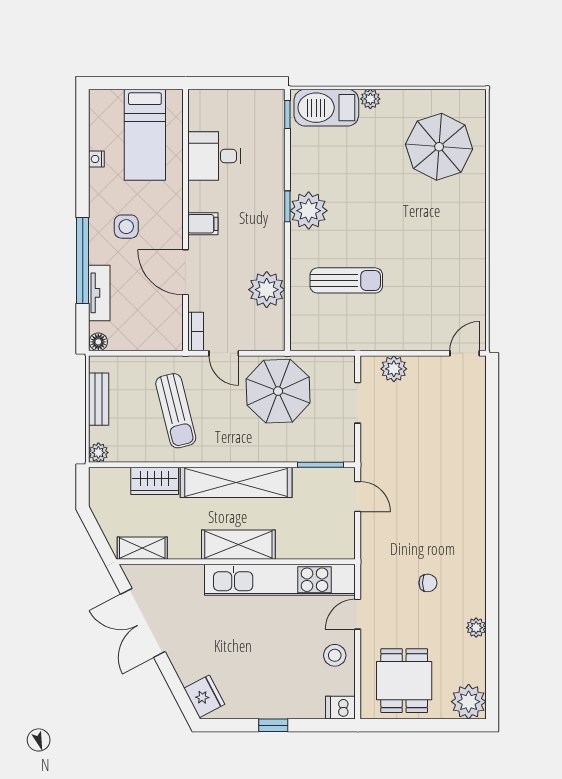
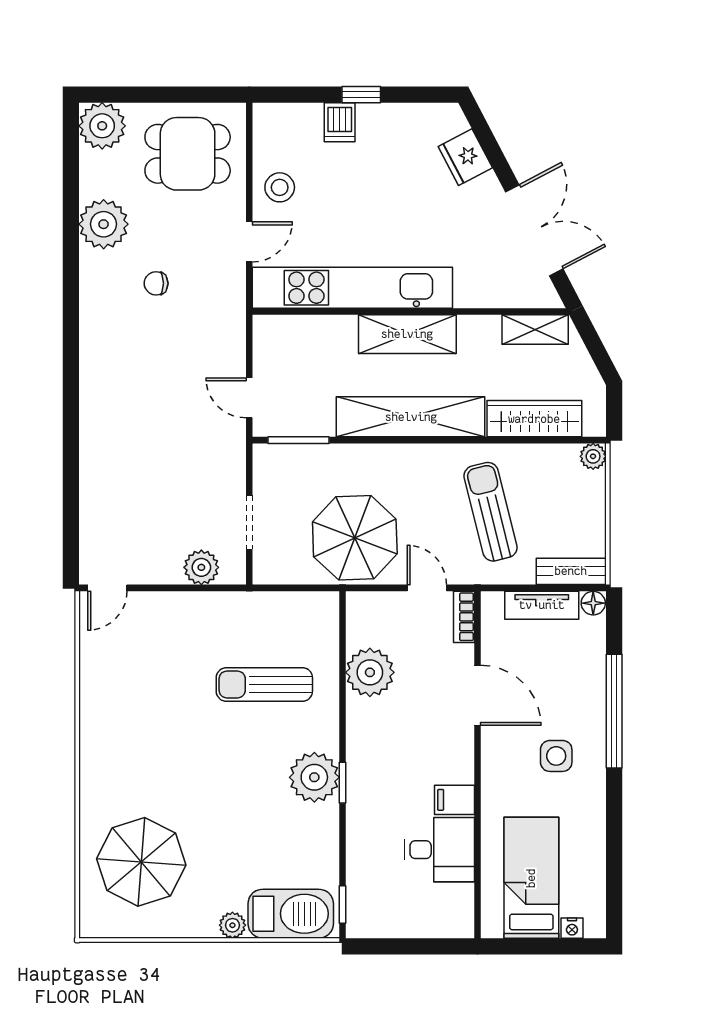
nightstand: (96, 159) -> (572, 928), moved, turned 90
filing cabinet: (203, 224) -> (454, 800), moved
tv unit: (99, 293) -> (542, 605), moved, turned -90
bench: (99, 399) -> (571, 571), moved, turned 90
wardrobe: (155, 481) -> (534, 419), width x1.50
plant: (476, 628) -> (104, 224), width x1.87, depth x1.87
dining table: (404, 681) -> (188, 154), turned 90
fridge: (204, 696) -> (465, 157), moved
dishwasher: (340, 708) -> (340, 122), moved, turned 90

